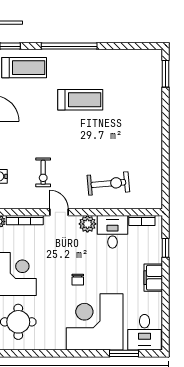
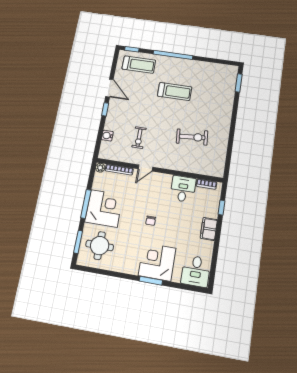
exercise bike: (108, 184) -> (192, 137), moved
door: (59, 212) -> (145, 168), swing flipped
plant: (87, 224) -> (165, 180), removed
corner desk: (95, 322) -> (157, 262), width x0.74, depth x0.74
window: (124, 353) -> (151, 281), moved

